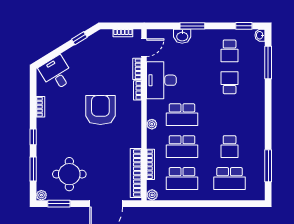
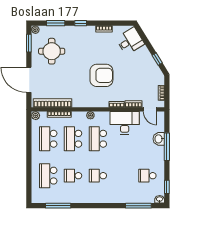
window: (192, 26) -> (167, 147), width x1.44
school desk: (230, 83) -> (98, 176), moved, turned 180

